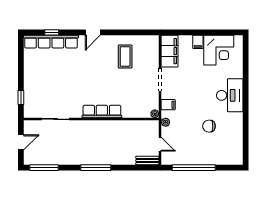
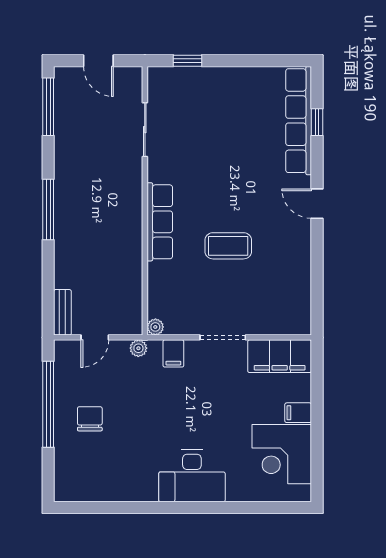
coffee table: (125, 56) -> (228, 246), moved
chair: (209, 126) -> (90, 419), moved

